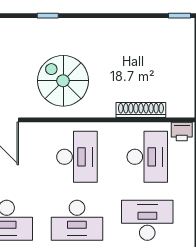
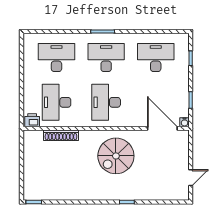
spiral stairs: (63, 81) -> (116, 156), turned 90
desk: (147, 220) -> (56, 58), turned 180

